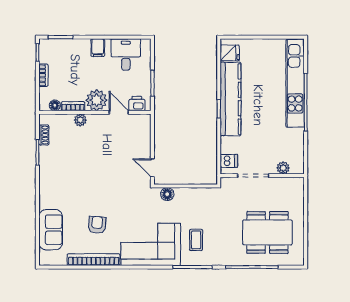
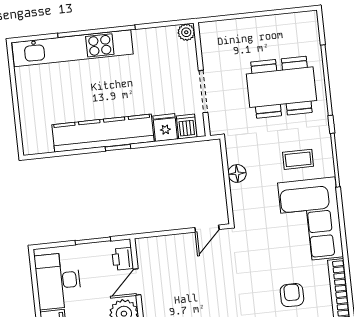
fridge: (230, 53) -> (165, 128), moved
desk: (126, 54) -> (58, 281), width x1.37
plant: (283, 168) -> (186, 32), moved
floor lamp: (167, 194) -> (237, 173), moved
armchair: (97, 225) -> (292, 295), turned 85
dining table: (267, 232) -> (281, 87), moved, turned 90

